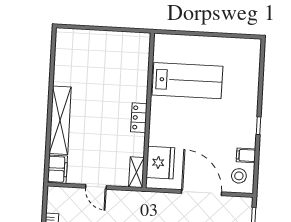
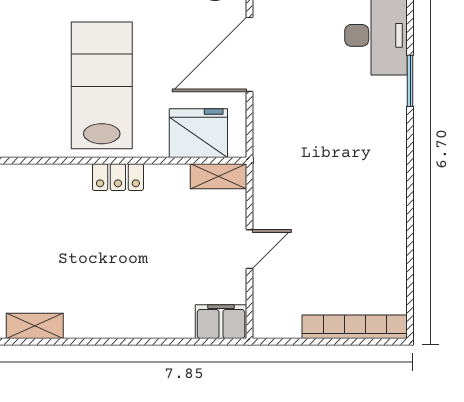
lab bench: (187, 81) -> (102, 85), moved
shelving: (60, 120) -> (35, 326), moved, width x0.45, depth x0.75

